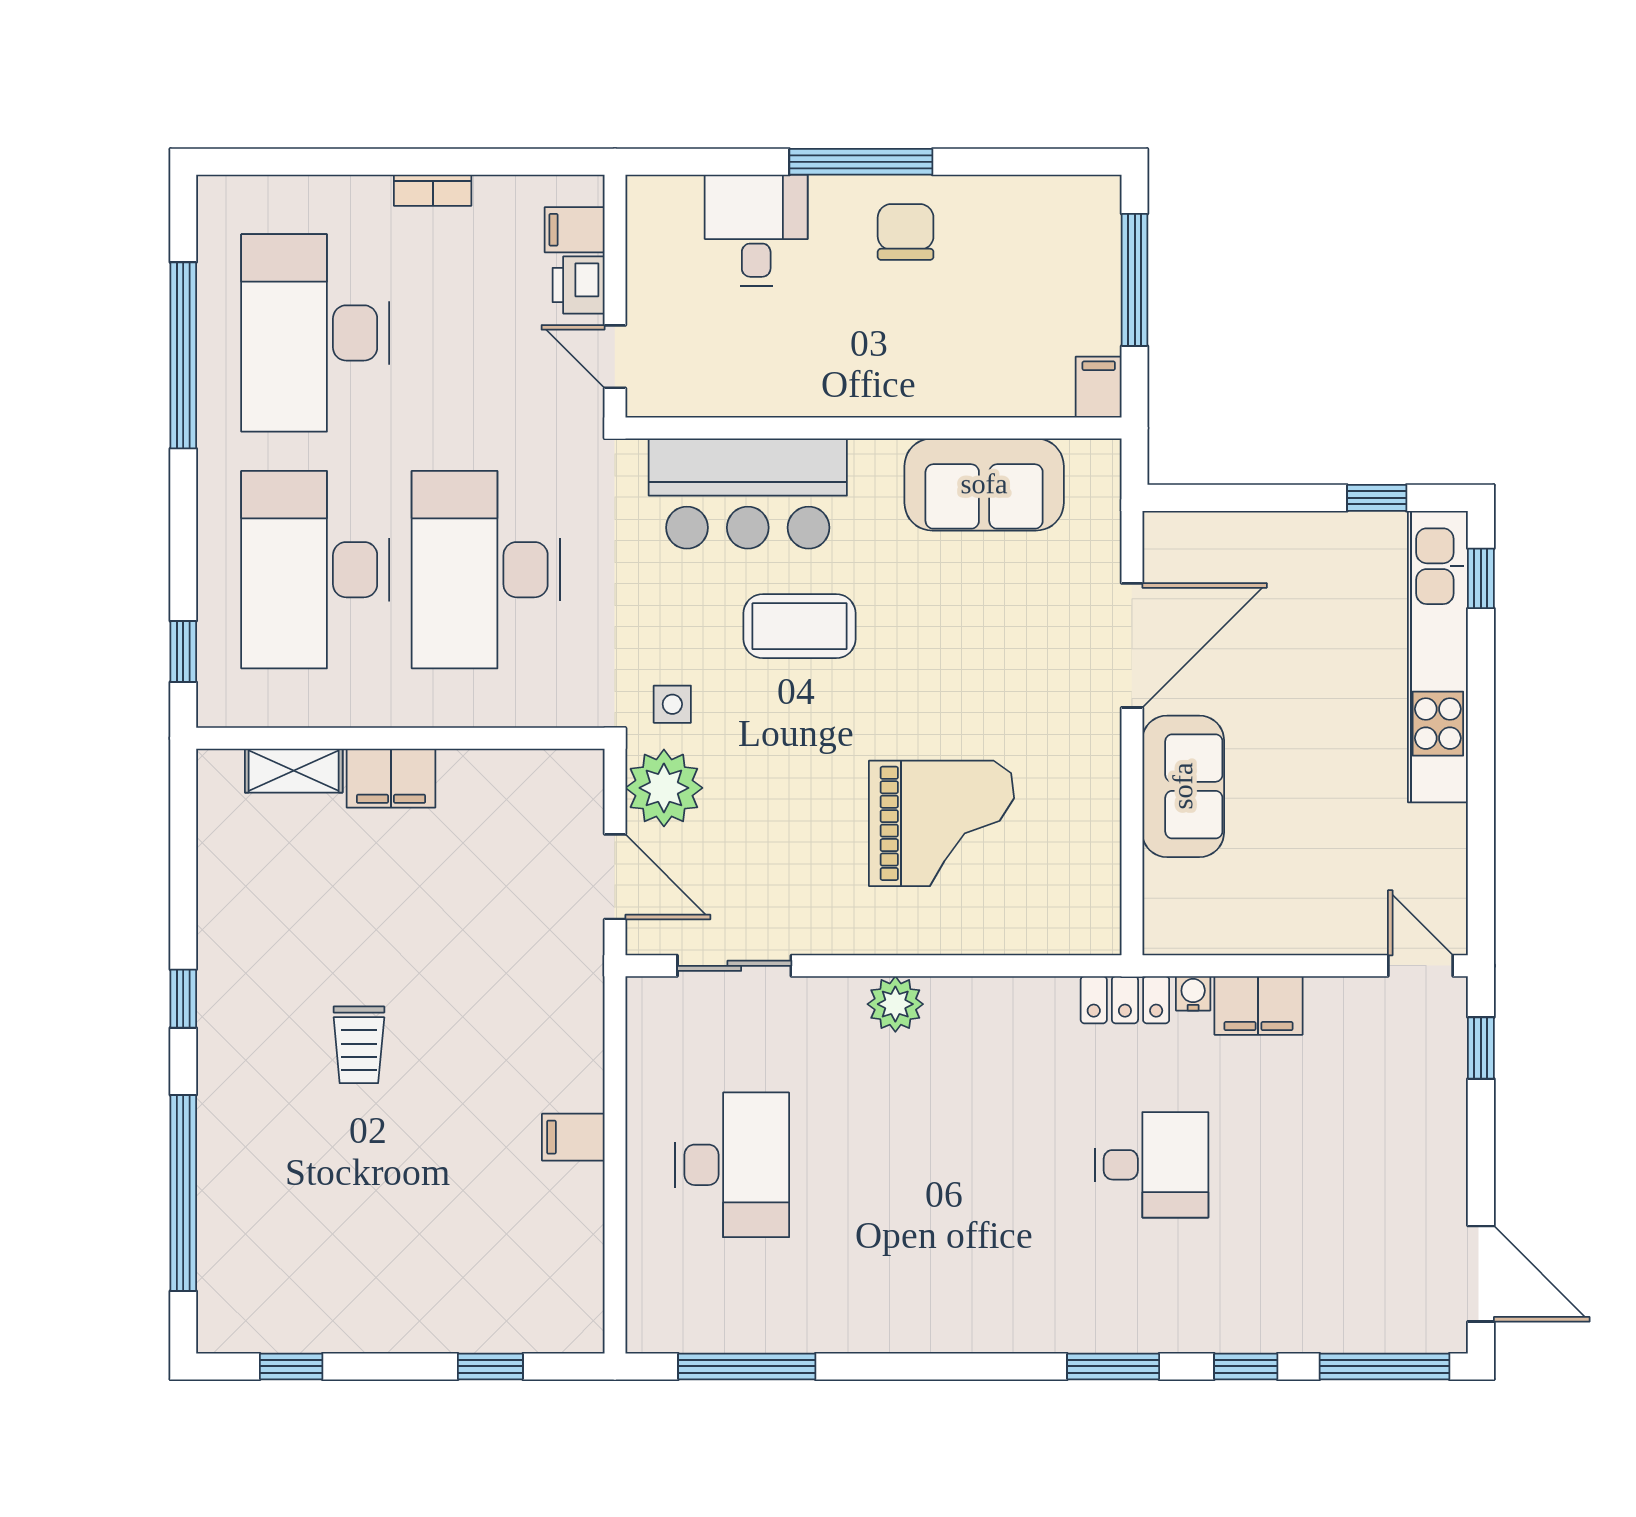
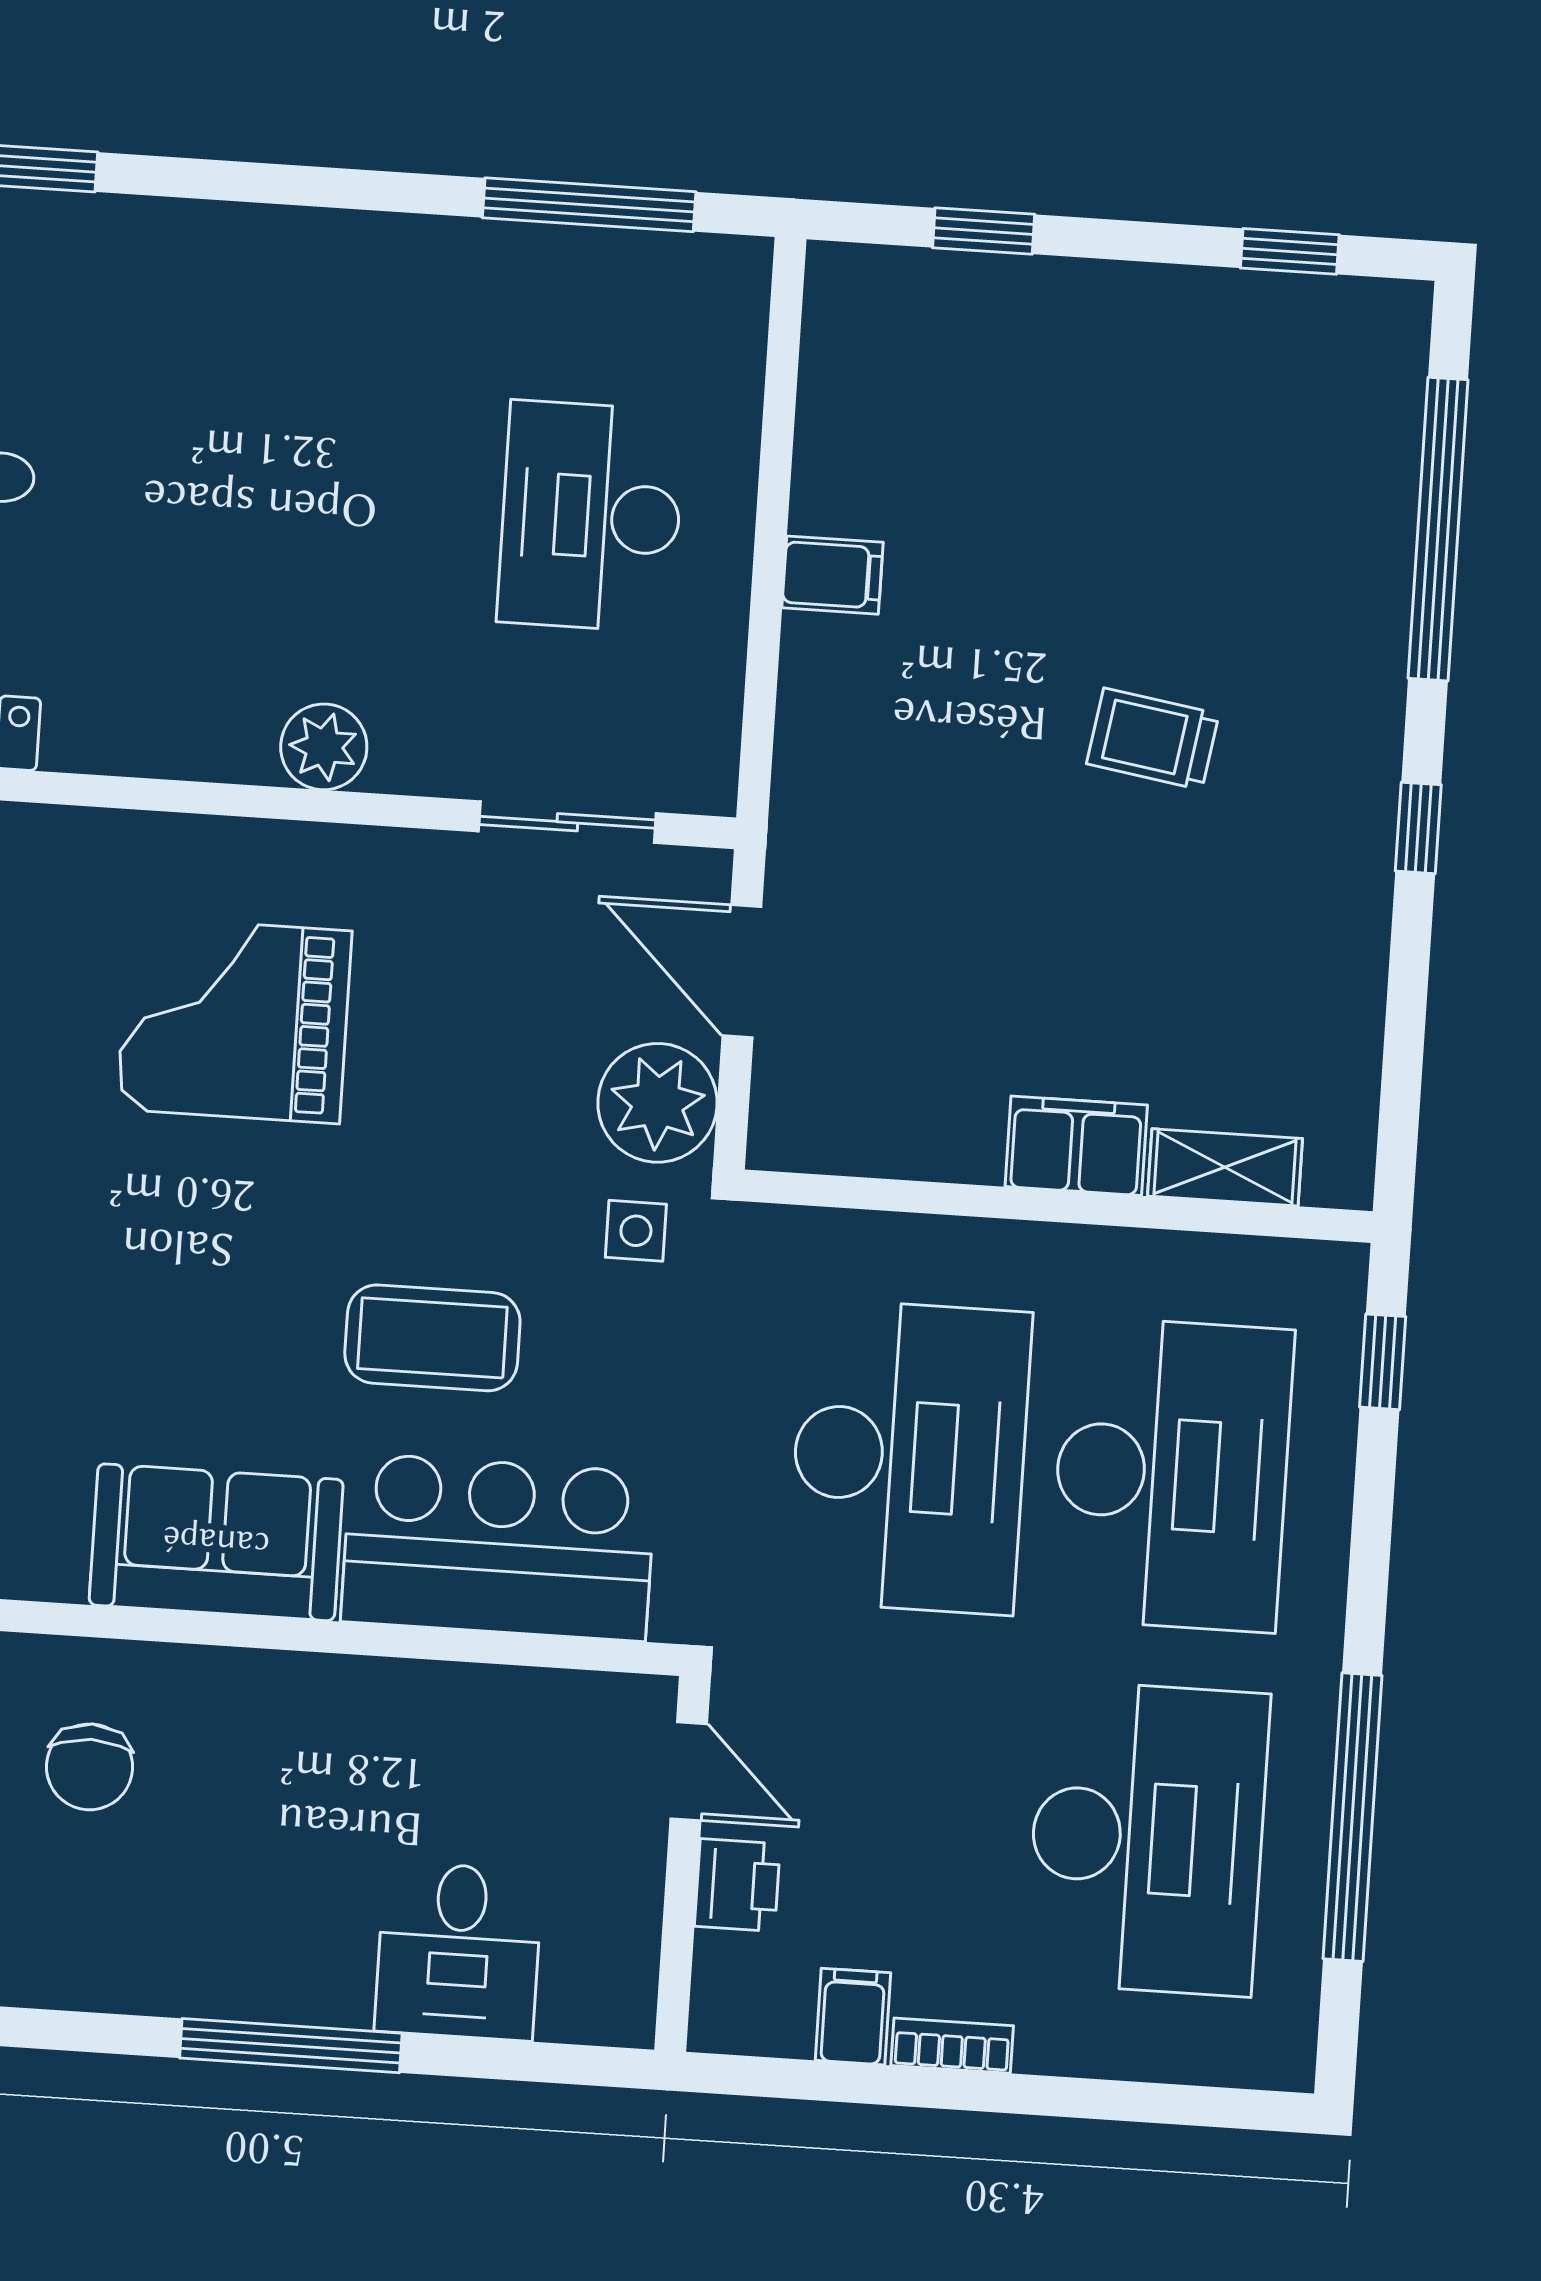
filing cabinet: (575, 230) -> (853, 2017), moved, turned -90
chair: (906, 232) -> (90, 1767), moved
sofa: (984, 484) -> (216, 1542), moved
trolley: (359, 1045) -> (1153, 739), turned -81

